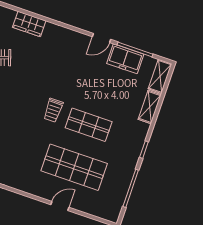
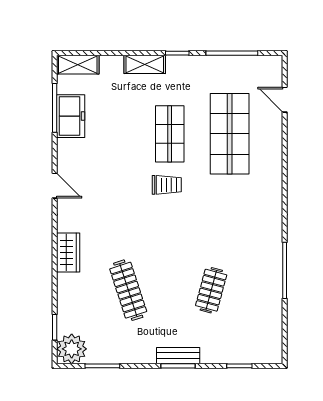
door: (101, 38) -> (55, 186), moved
shelving: (150, 107) -> (145, 64), moved
door: (60, 206) -> (285, 100), moved

